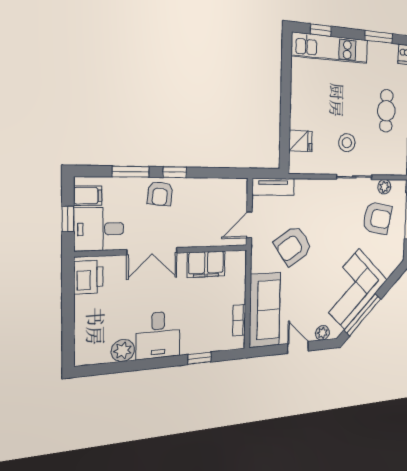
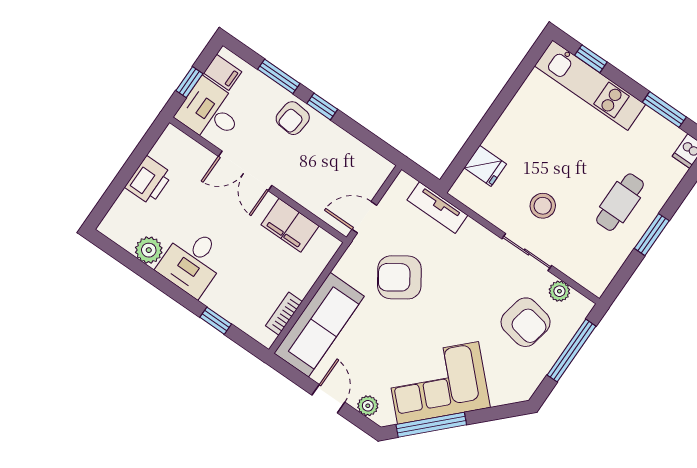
tv unit: (273, 187) -> (437, 208), moved
printer: (88, 277) -> (149, 180), moved

